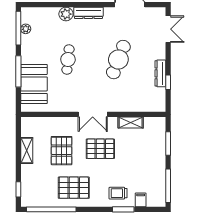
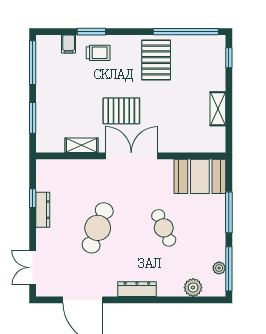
plant: (66, 14) -> (193, 288), moved
cafe table: (68, 60) -> (164, 228), turned -30
booth: (34, 84) -> (200, 176), moved, turned 90
double door: (93, 114) -> (131, 156), width x1.37
pallet: (62, 151) -> (172, 109), removed
pallet: (74, 188) -> (156, 60), turned 90

